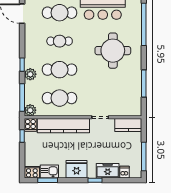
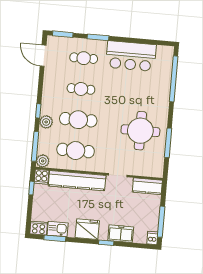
cafe table: (60, 13) -> (84, 58), width x0.73, depth x0.74
round table: (113, 51) -> (140, 131), moved
dishwasher: (124, 172) -> (152, 238), moved

